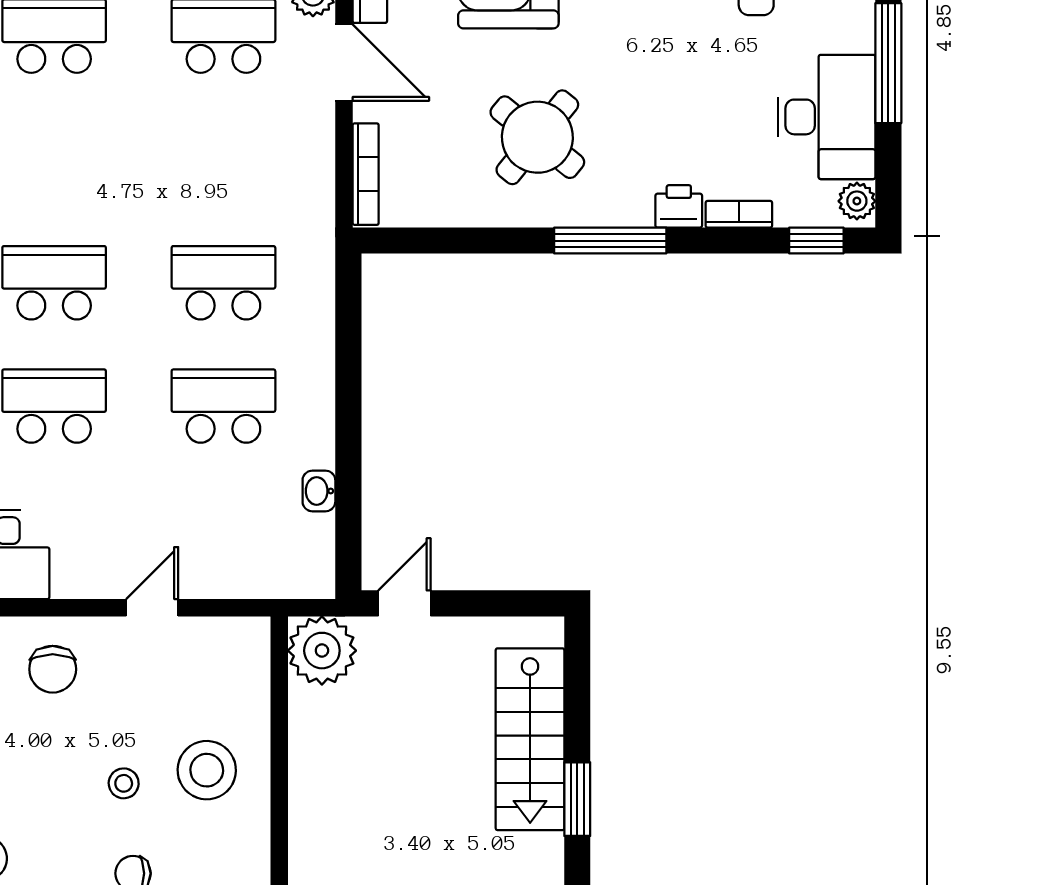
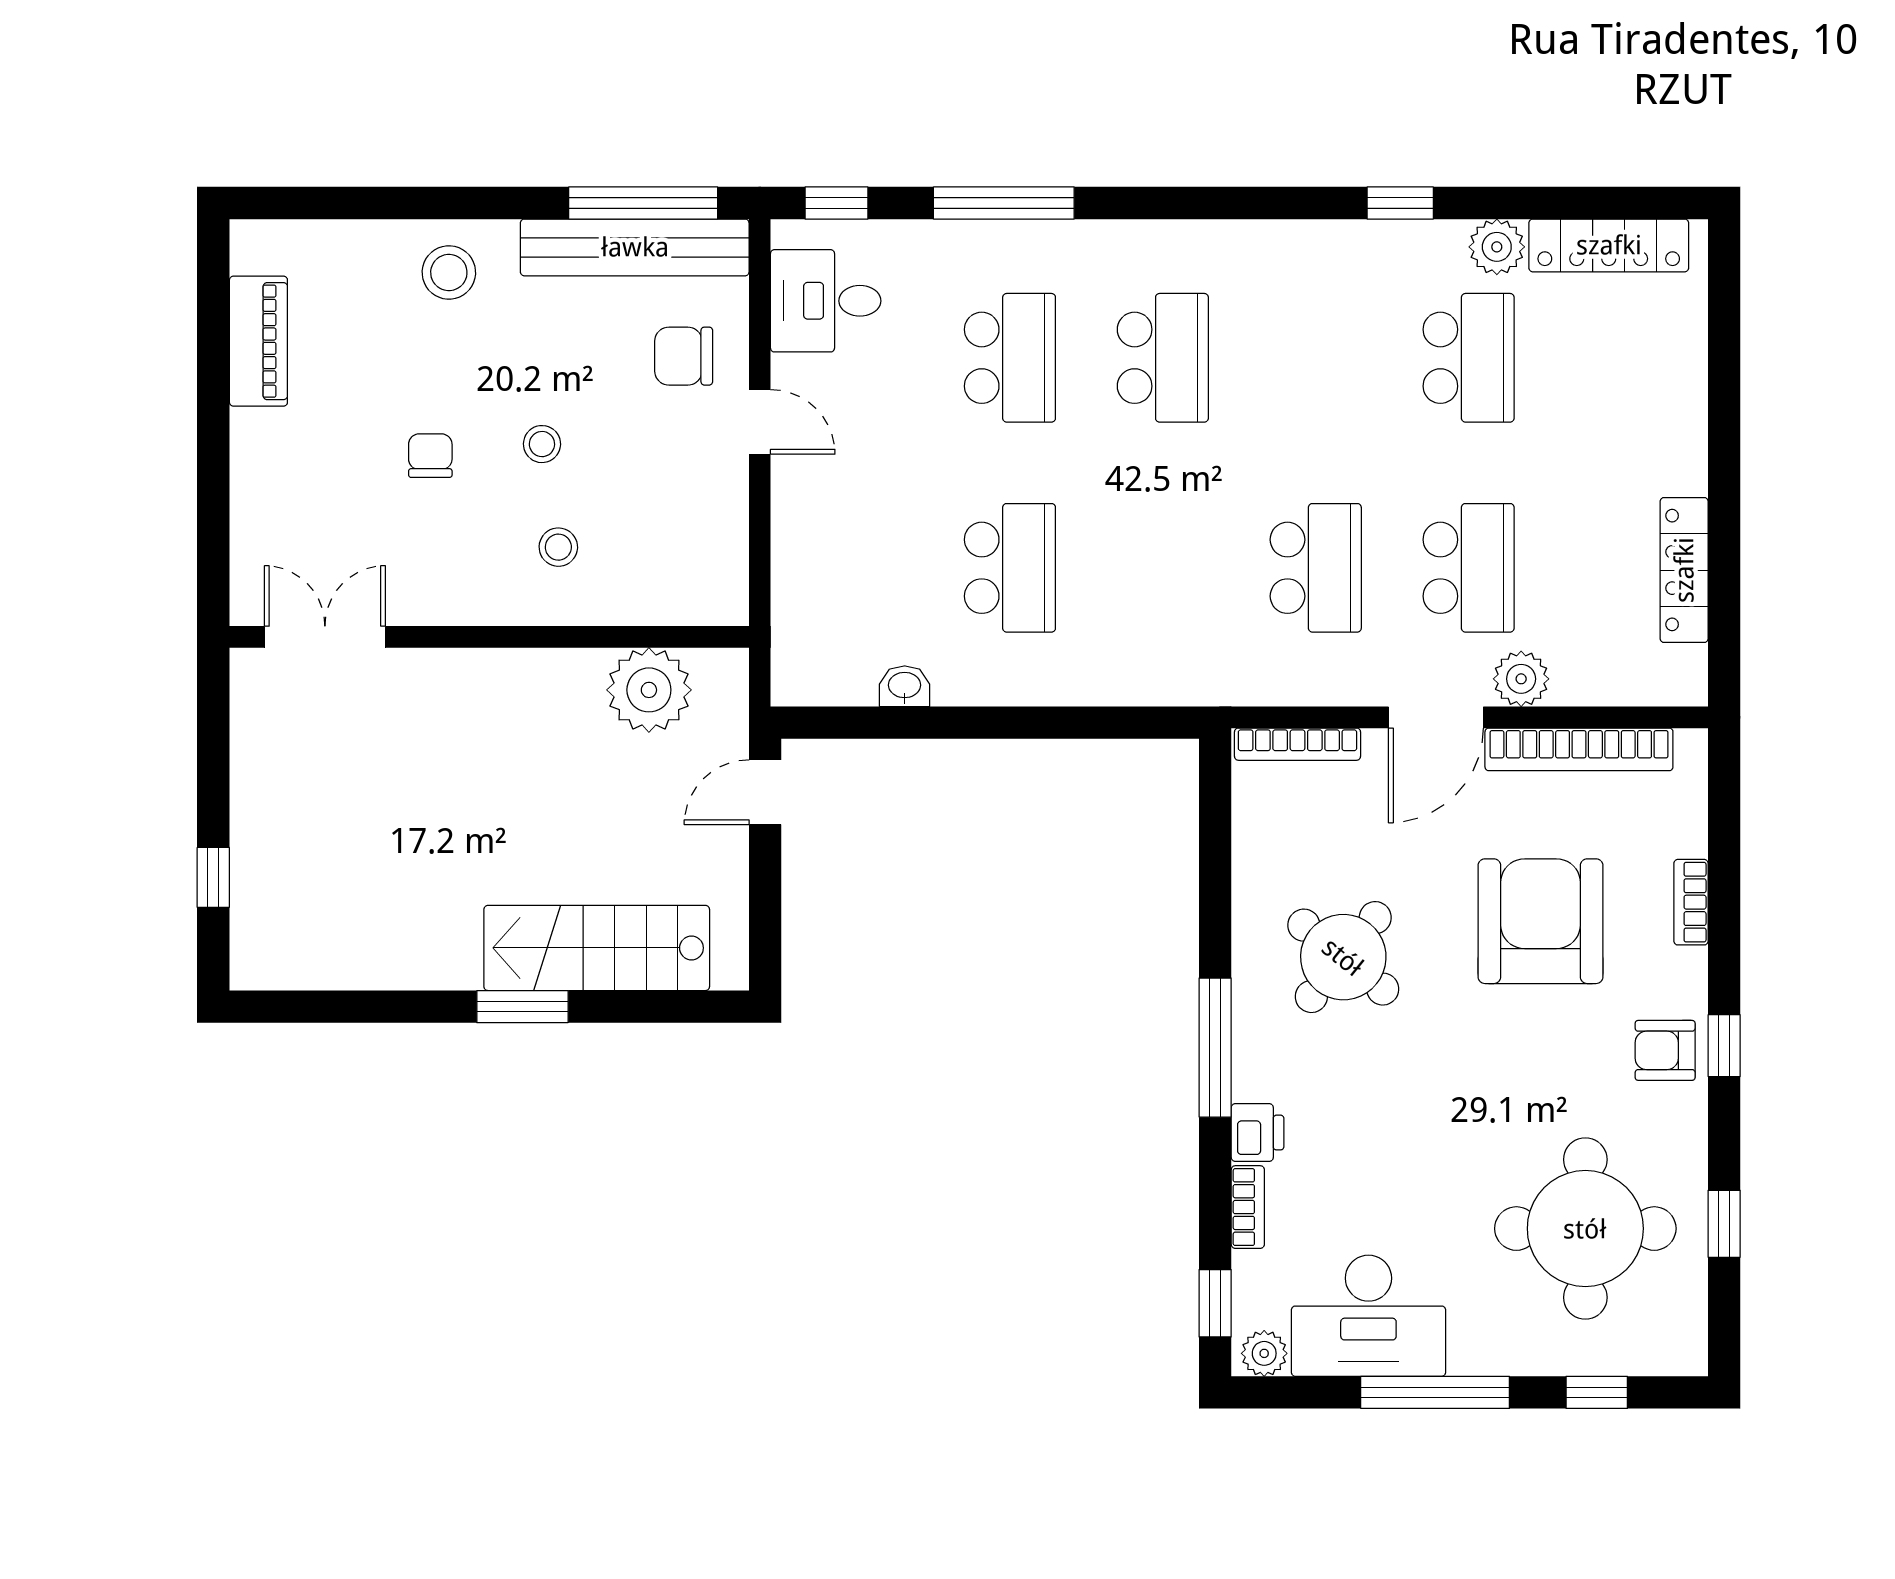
school desk: (223, 283) -> (1316, 568), moved
door: (404, 603) -> (765, 792), swing flipped
door: (152, 608) -> (760, 422), moved
plant: (322, 651) -> (649, 690), moved
stool: (207, 770) -> (558, 547), width x0.53, depth x0.53

